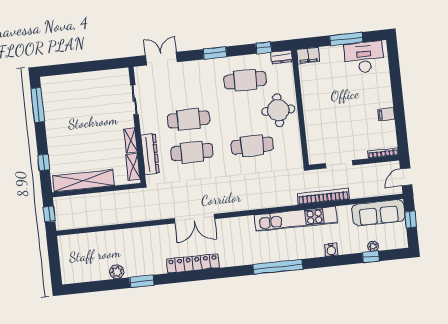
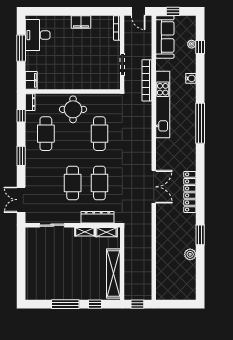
window: (38, 105) -> (65, 304), moved
filing cabinet: (386, 114) -> (81, 22), width x2.00

